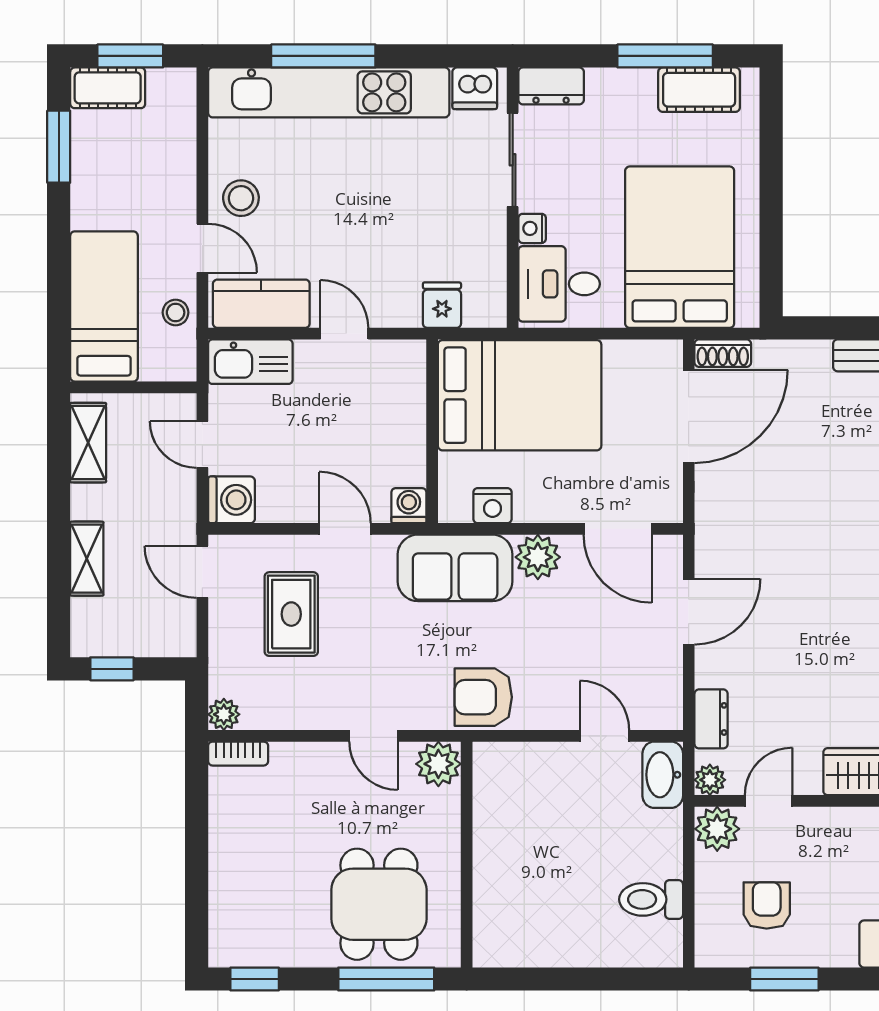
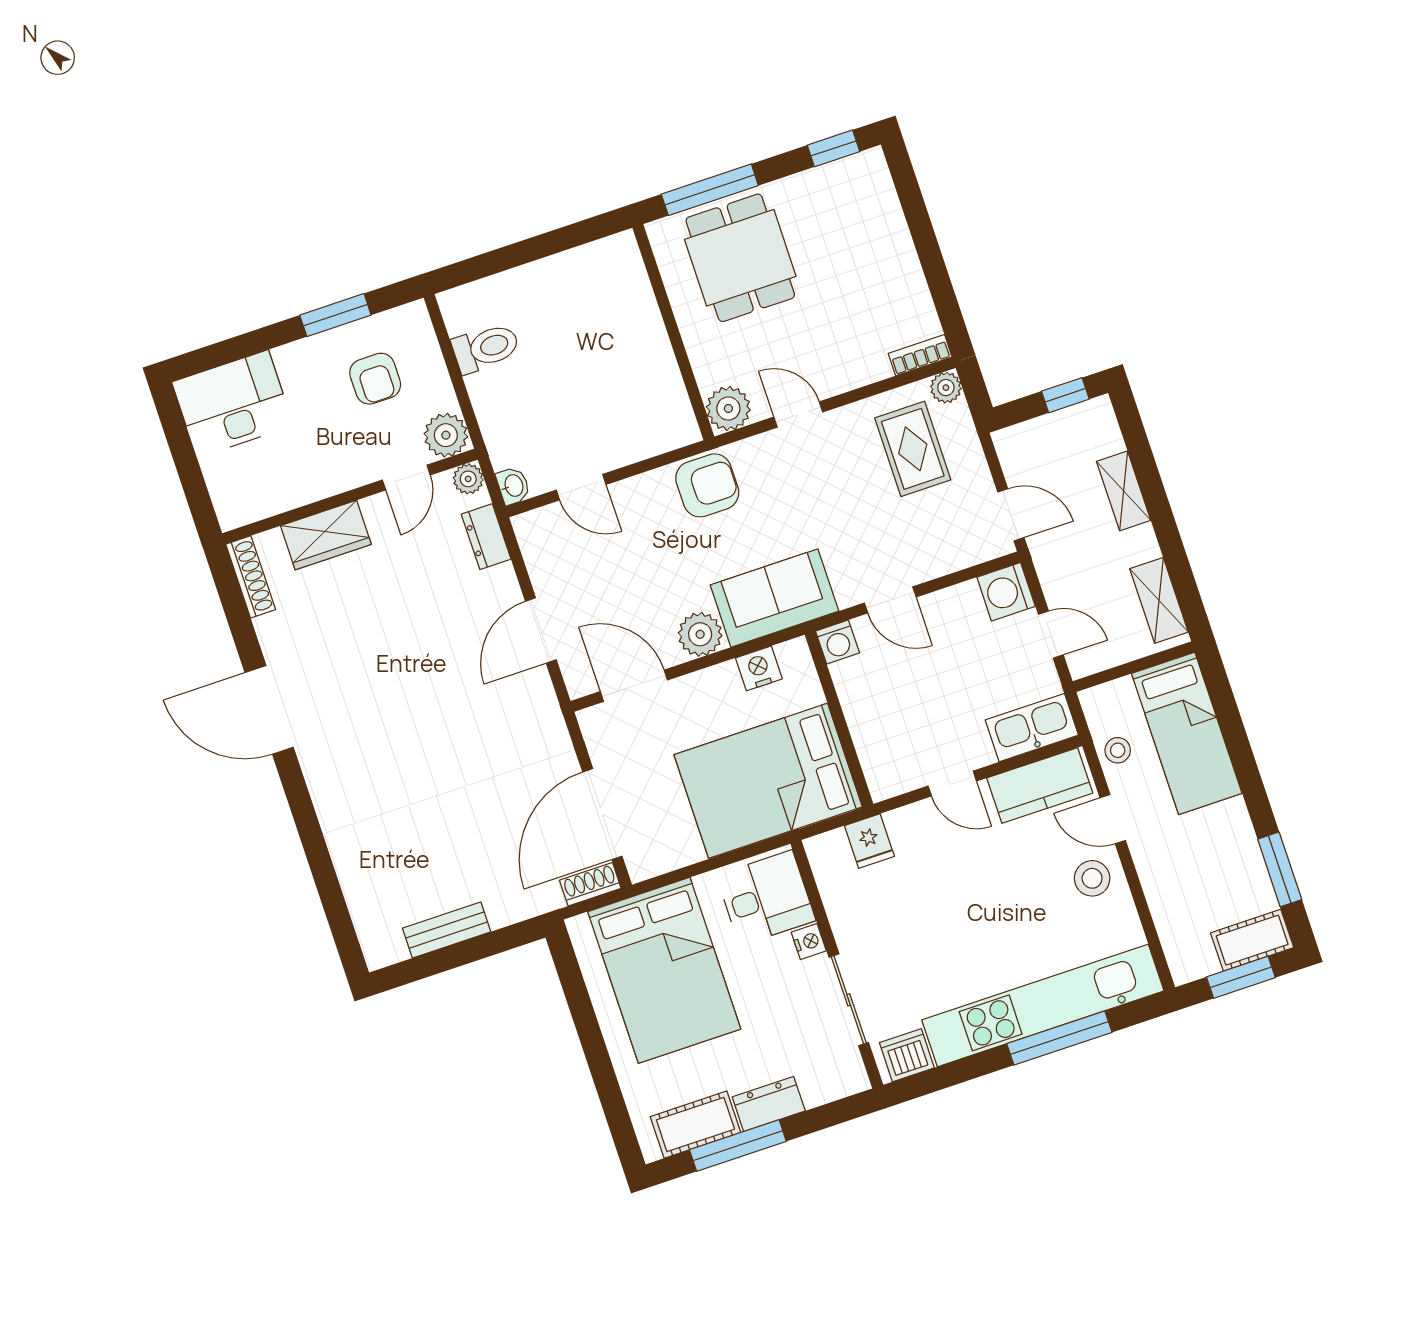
dresser: (551, 86) -> (769, 1104), moved
rug: (291, 614) -> (913, 449), moved
washbasin: (663, 775) -> (513, 486), width x0.52, depth x0.69

